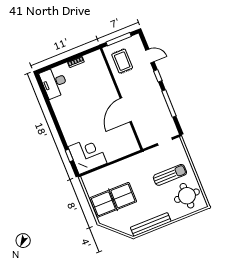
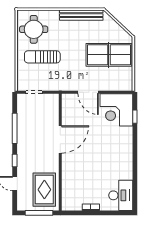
rug: (122, 61) -> (44, 190), width x1.36, depth x1.43
door: (118, 160) -> (88, 92), added

